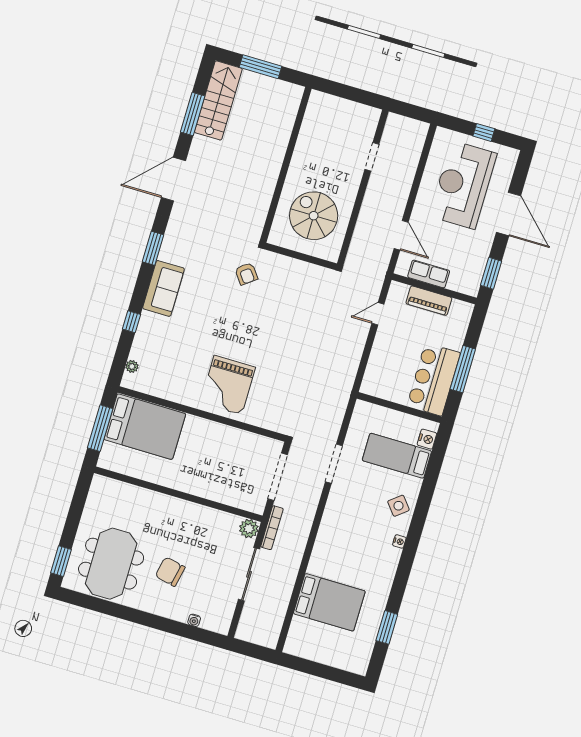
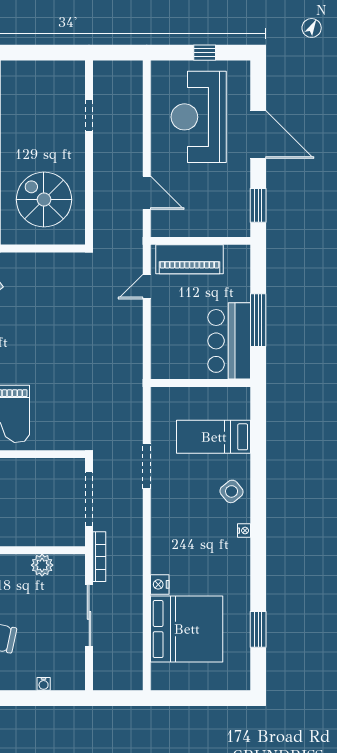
row of seats: (429, 274) -> (190, 226), removed
piano: (429, 301) -> (190, 259), width x1.37, depth x1.33
nightstand: (427, 439) -> (160, 584), moved, turned 180
plant: (249, 529) -> (42, 565), moved
bed: (329, 602) -> (187, 629), width x1.36

